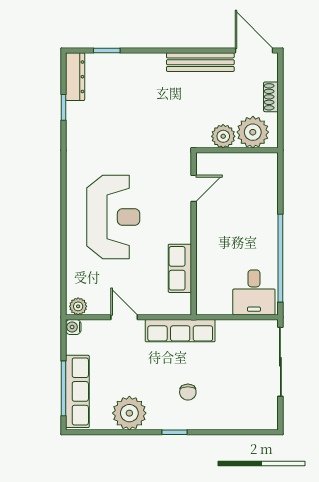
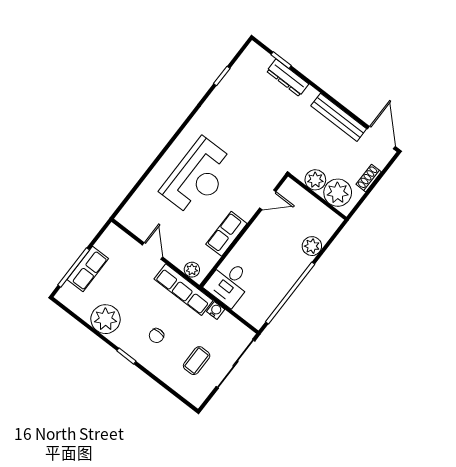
dresser: (75, 77) -> (288, 78), moved, turned 90
plant: (267, 200) -> (312, 246), added
row of seats: (180, 268) -> (226, 234), moved
desk: (254, 292) -> (229, 283), moved
plant: (78, 306) -> (192, 270), moved
water cooler: (73, 327) -> (216, 310), moved, turned 90
coffee table: (242, 387) -> (197, 361), added
row of seats: (77, 391) -> (88, 269), width x0.68

